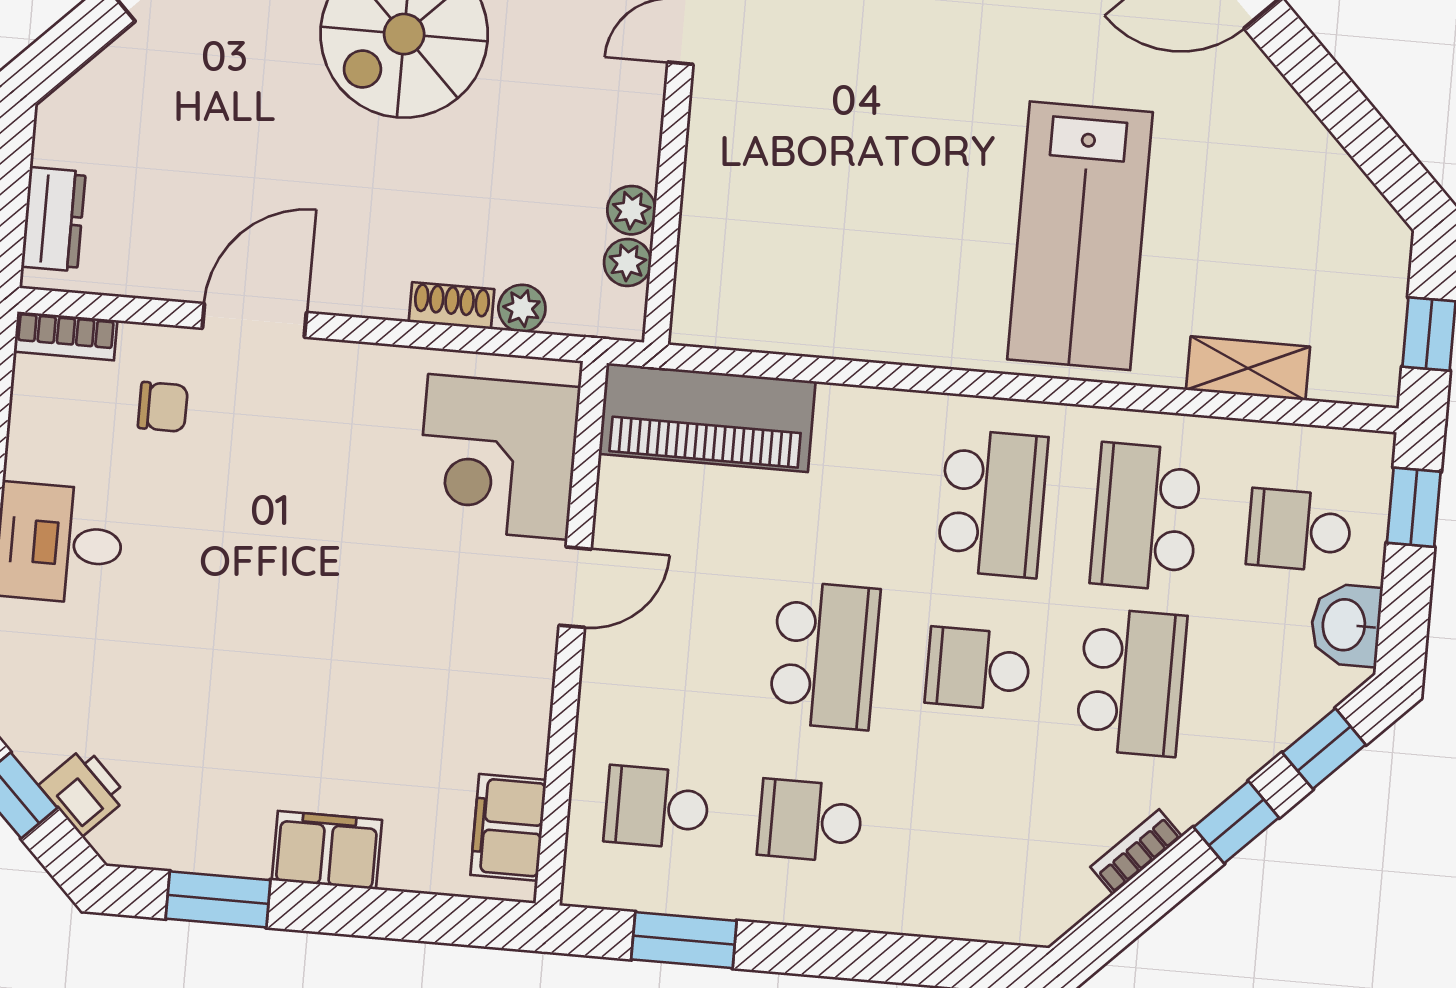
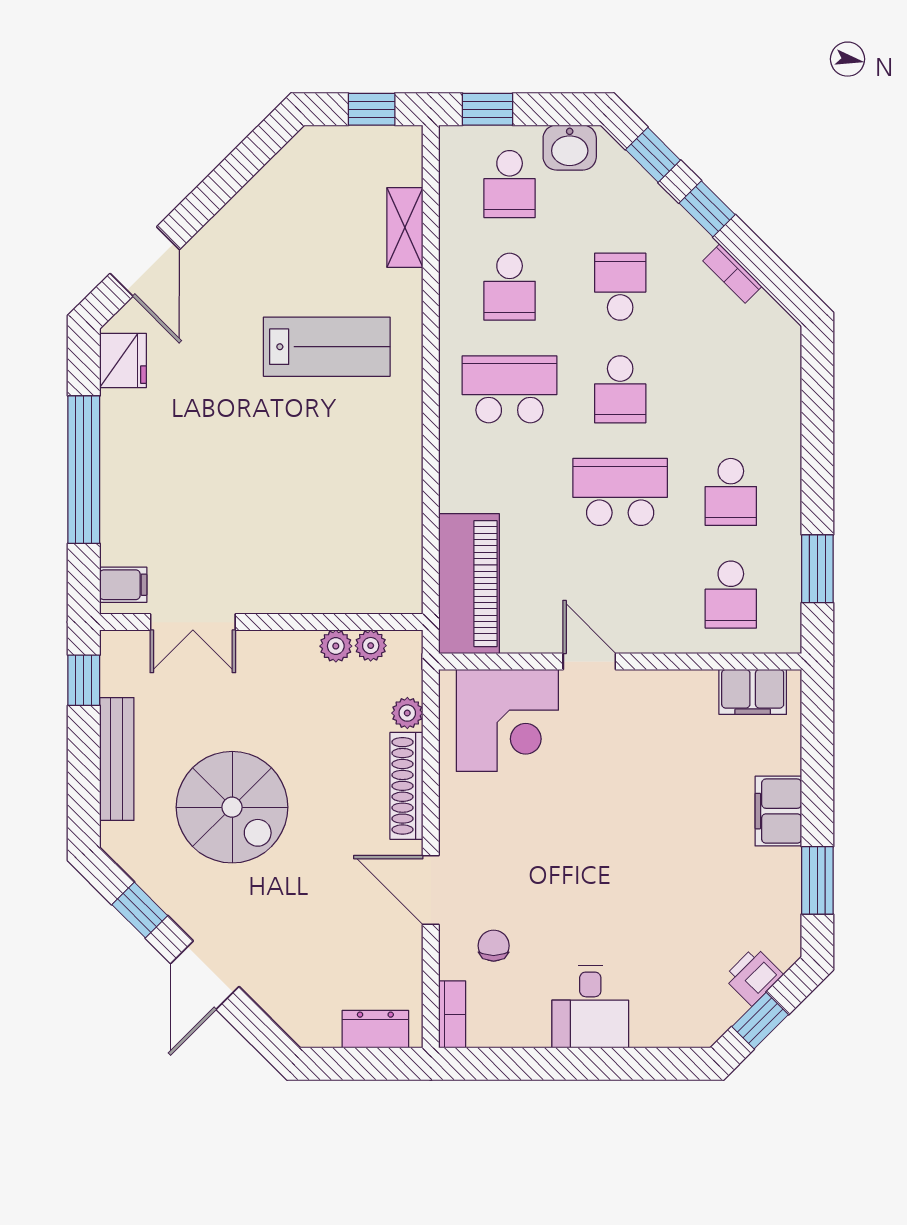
lab bench: (1080, 236) -> (327, 347), width x0.73, depth x0.72
shoe rack: (452, 306) -> (406, 786), width x1.94, depth x1.24
school desk: (1146, 517) -> (510, 287), width x0.54
school desk: (1131, 682) -> (620, 287), width x0.54

